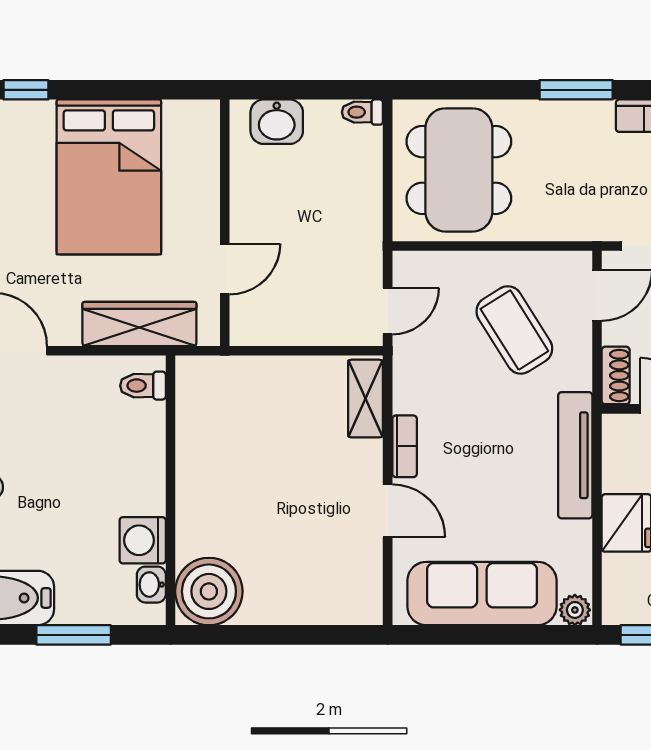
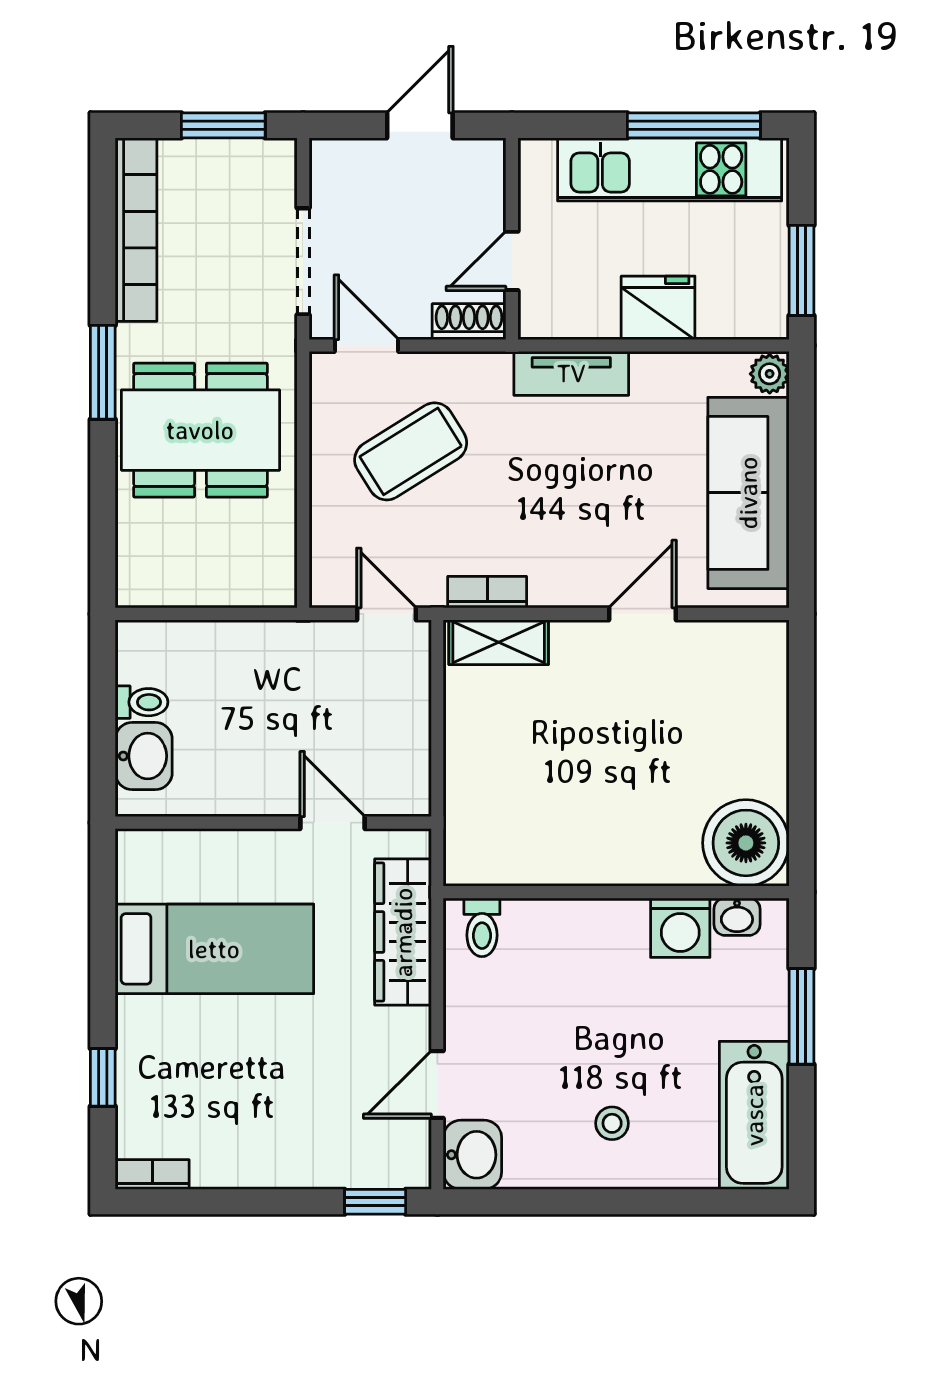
toilet: (362, 112) -> (142, 702), moved, turned -90
dining table: (459, 170) -> (200, 430), moved
bed: (109, 177) -> (214, 949), width x0.67
bookcase: (405, 446) -> (487, 592), moved
tv unit: (575, 455) -> (571, 373), width x0.71

